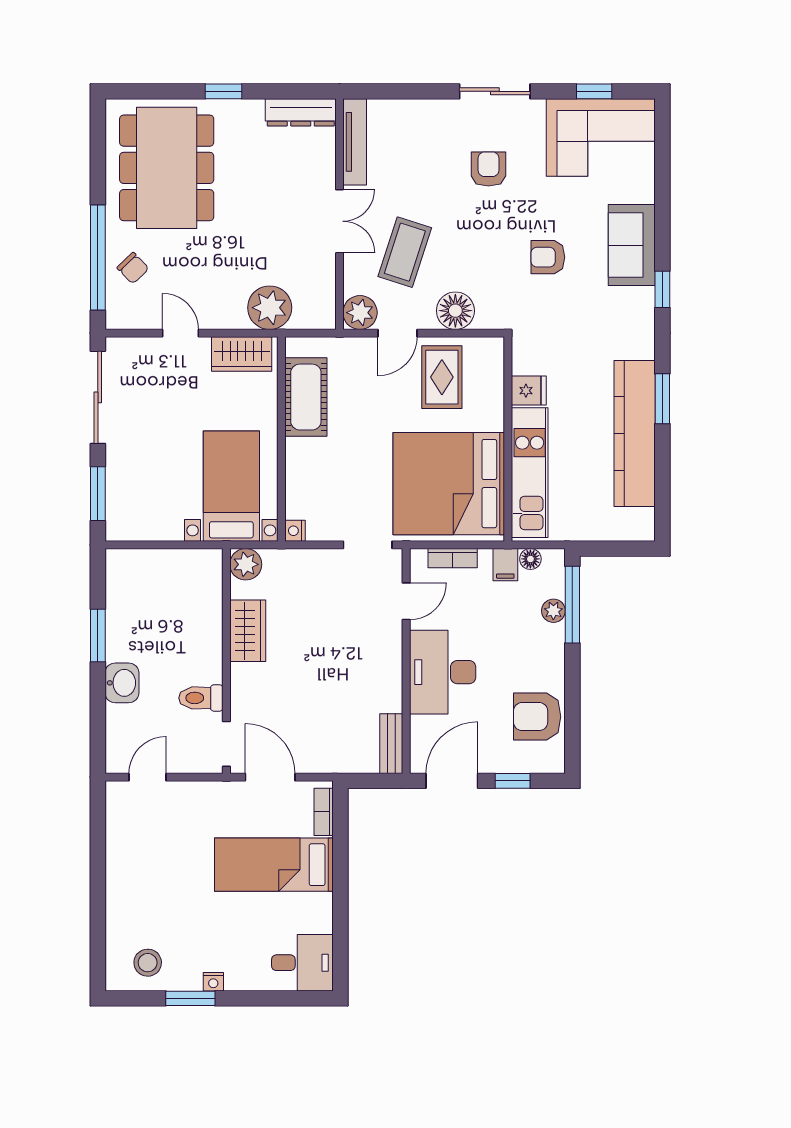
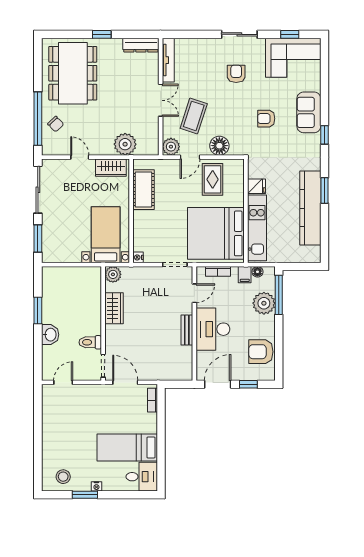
plant: (553, 611) -> (264, 303), width x1.88, depth x1.88
bench: (391, 744) -> (187, 330), moved
bed: (274, 865) -> (127, 447), moved

